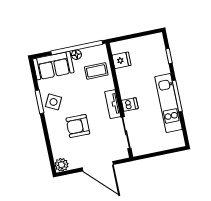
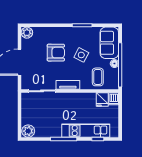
side table: (53, 102) -> (81, 55), moved
kitchen unit: (168, 103) -> (86, 131), moved
dishwasher: (130, 105) -> (114, 99), moved
armchair: (78, 126) -> (56, 53), turned 90
plant: (177, 139) -> (28, 131), added

